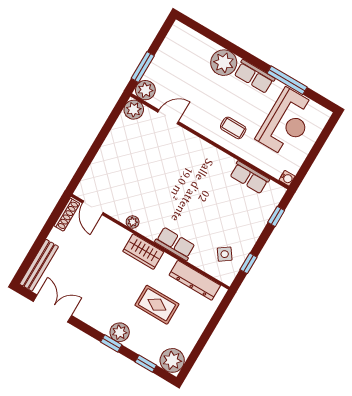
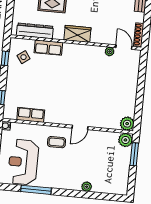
plant: (224, 63) -> (87, 187), width x0.53, depth x0.53
row of seats: (254, 76) -> (58, 182), removed
door: (168, 117) -> (80, 127), moved
plant: (133, 222) -> (110, 51), moved
row of seats: (175, 244) -> (48, 48), moved

